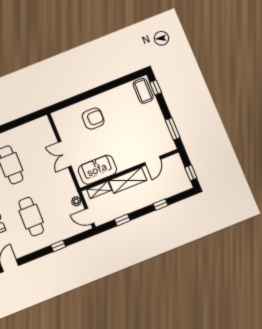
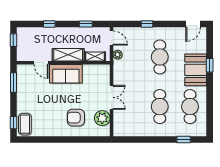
plant: (66, 129) -> (102, 118), added
door: (153, 161) -> (41, 63), swing flipped
sofa: (97, 170) -> (66, 74), moved

